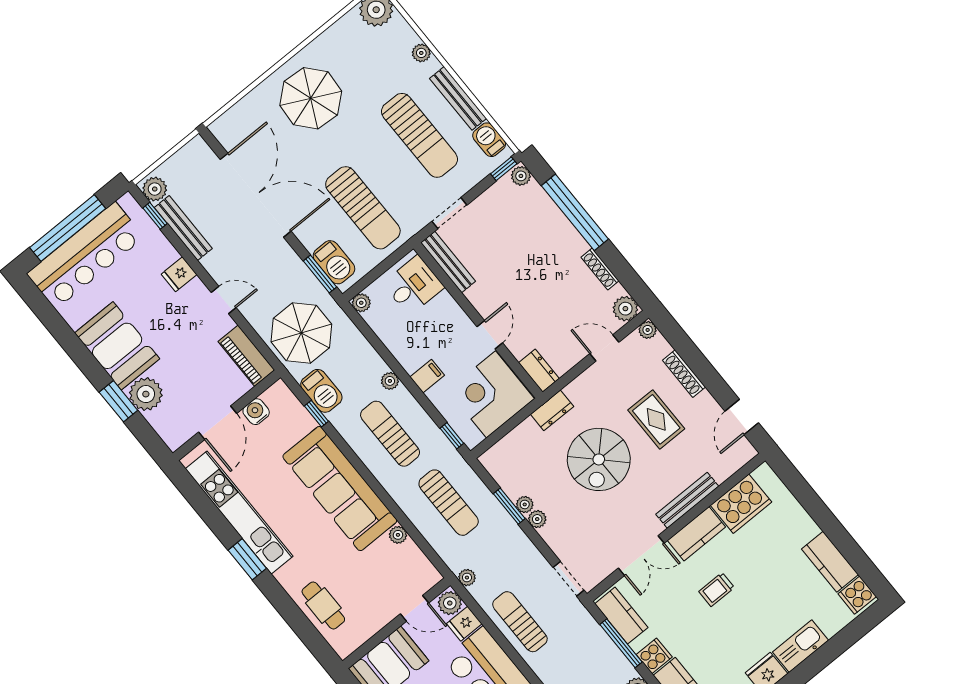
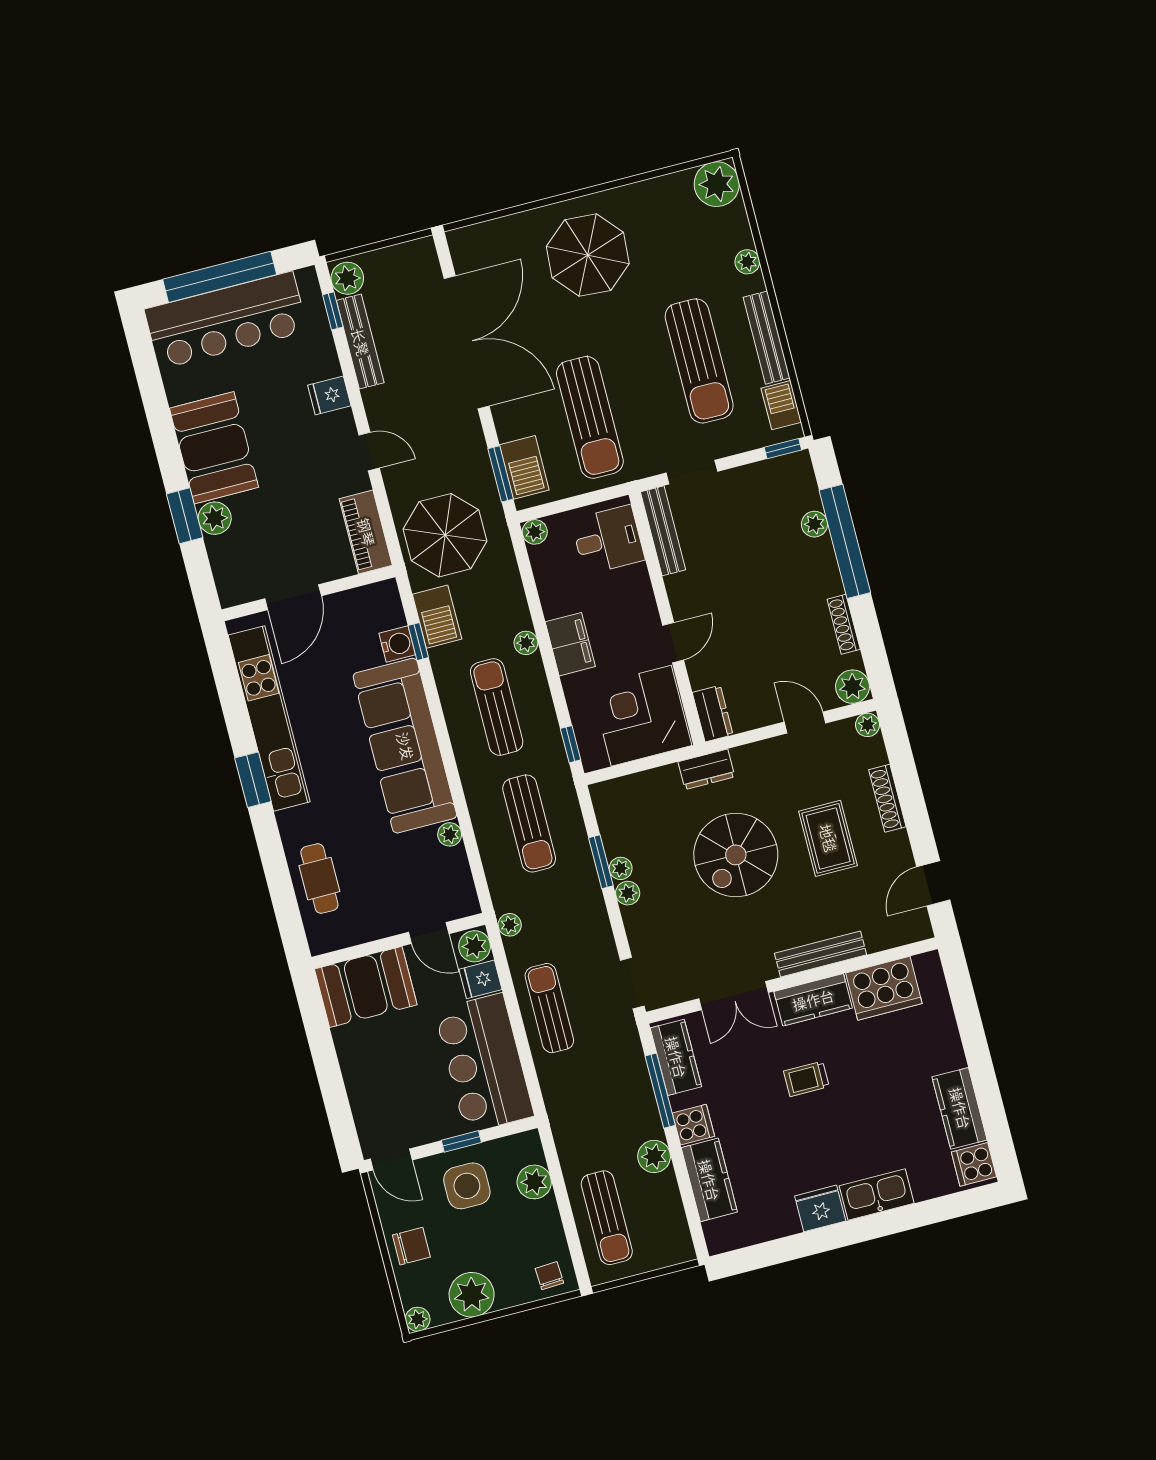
plant: (521, 176) -> (814, 524), moved
filing cabinet: (427, 376) -> (570, 644), width x2.00
plant: (146, 394) -> (215, 518), width x0.73, depth x0.73
water cooler: (256, 412) -> (397, 644), moved, turned 90

